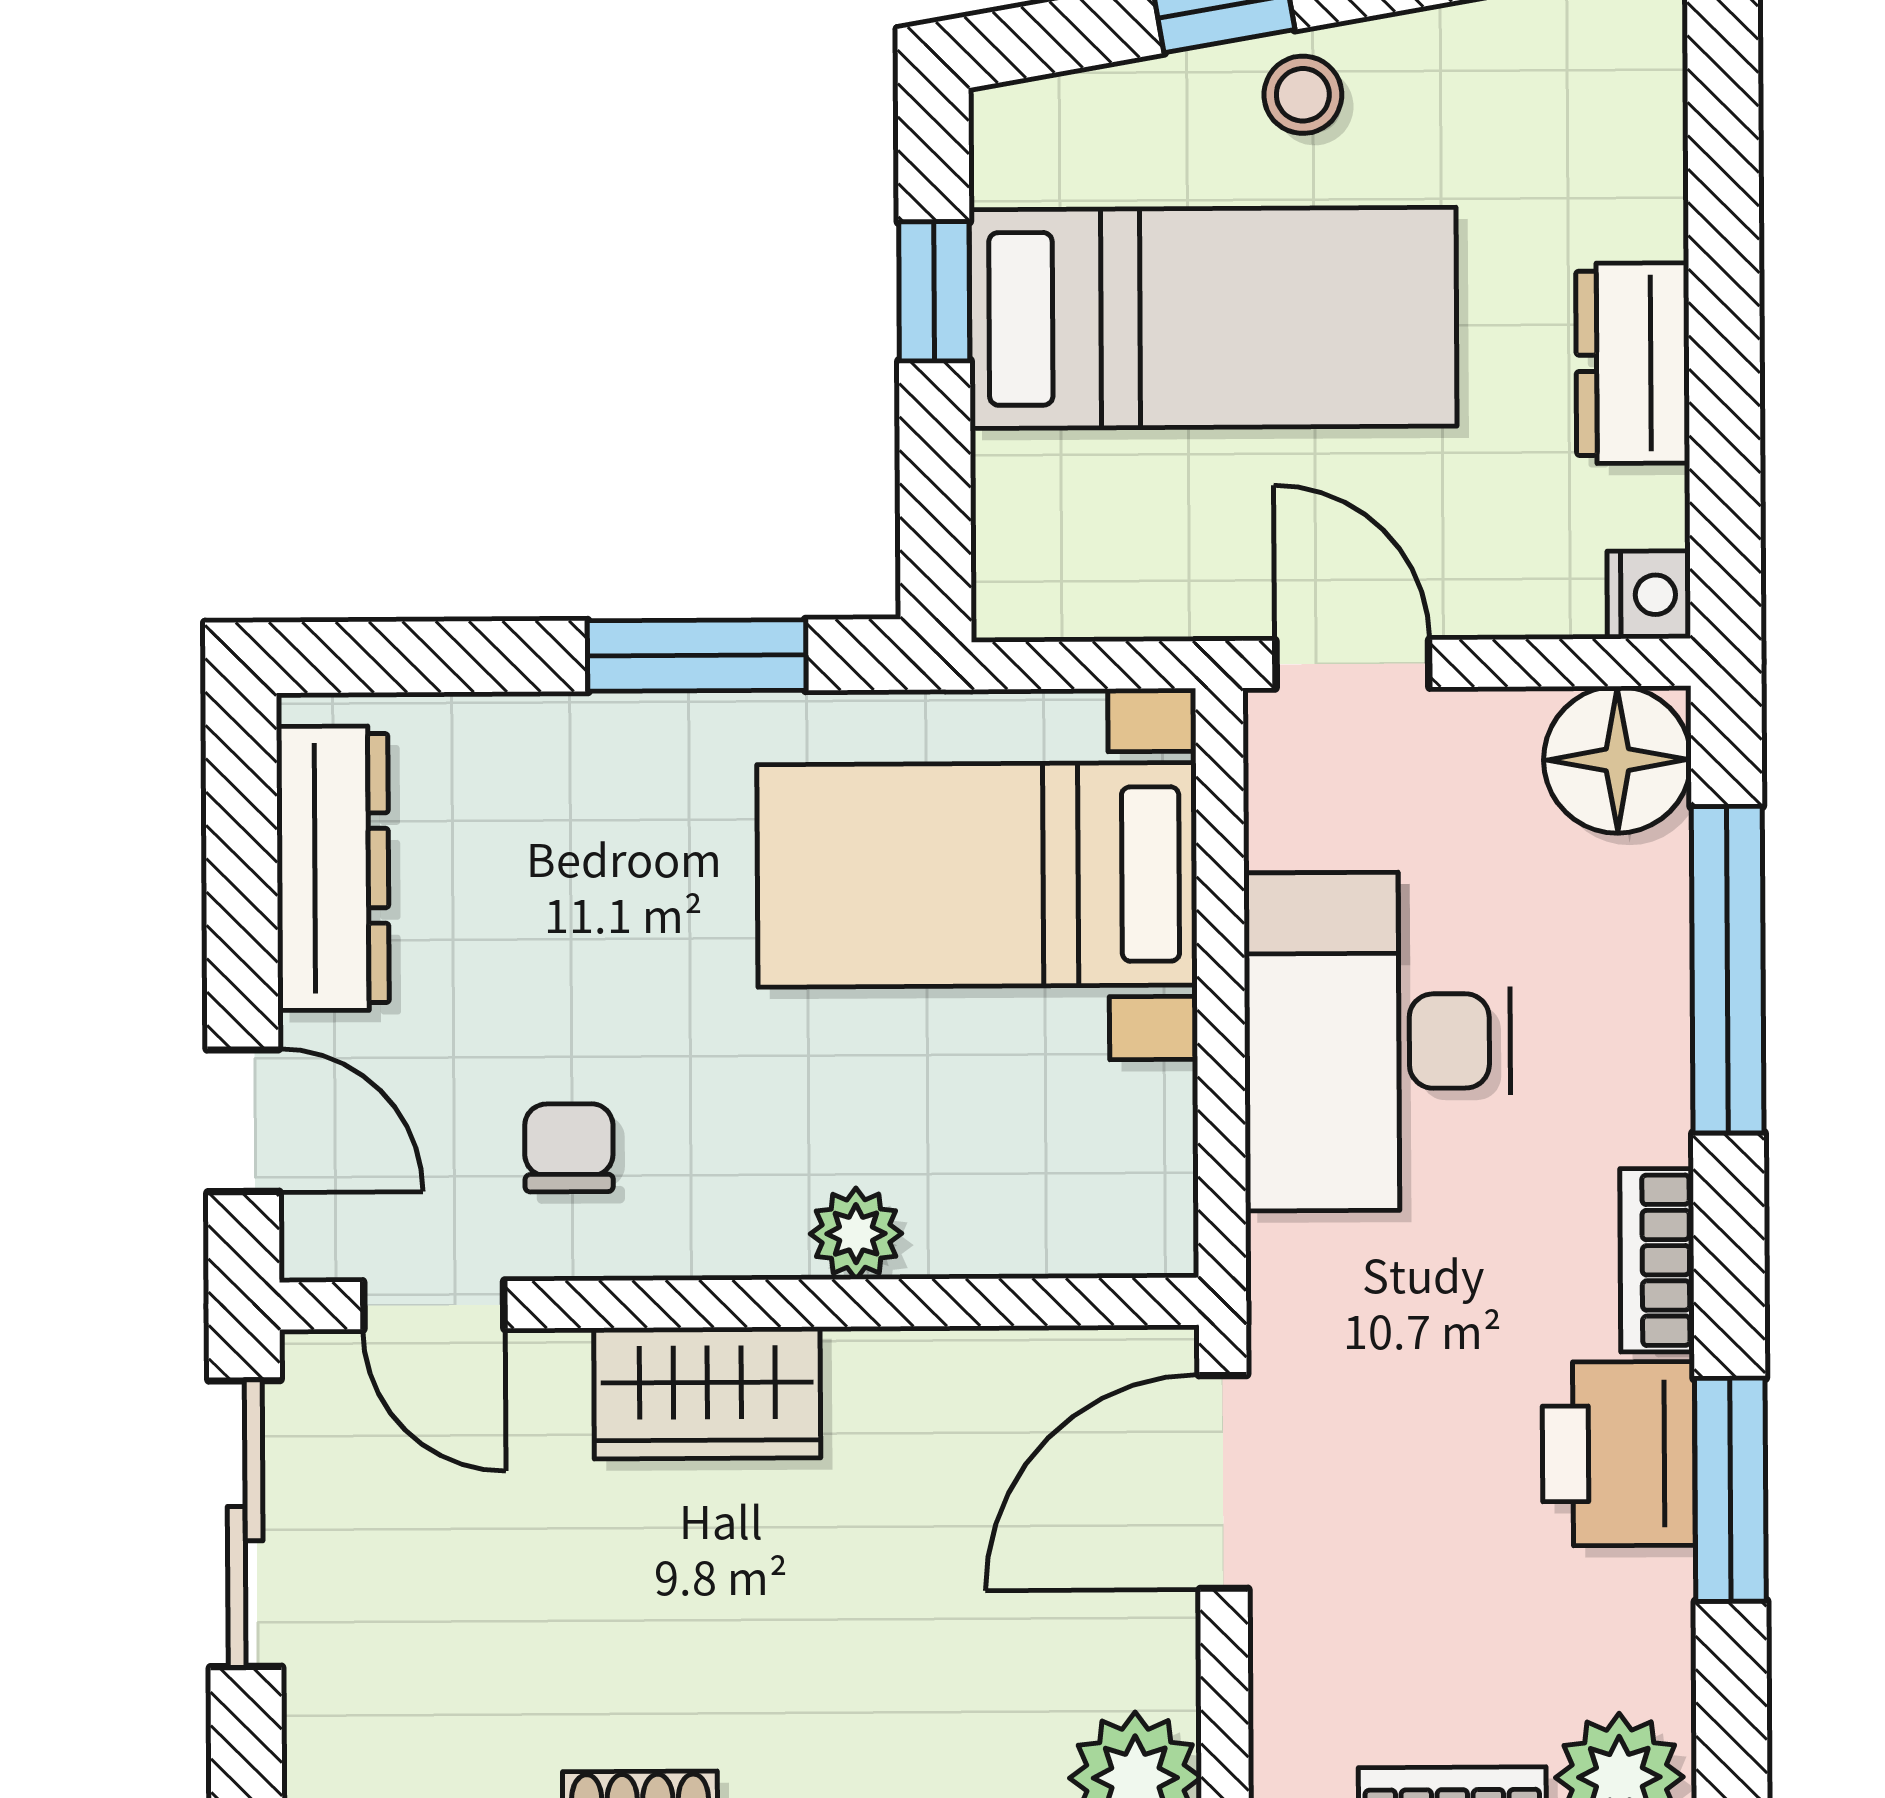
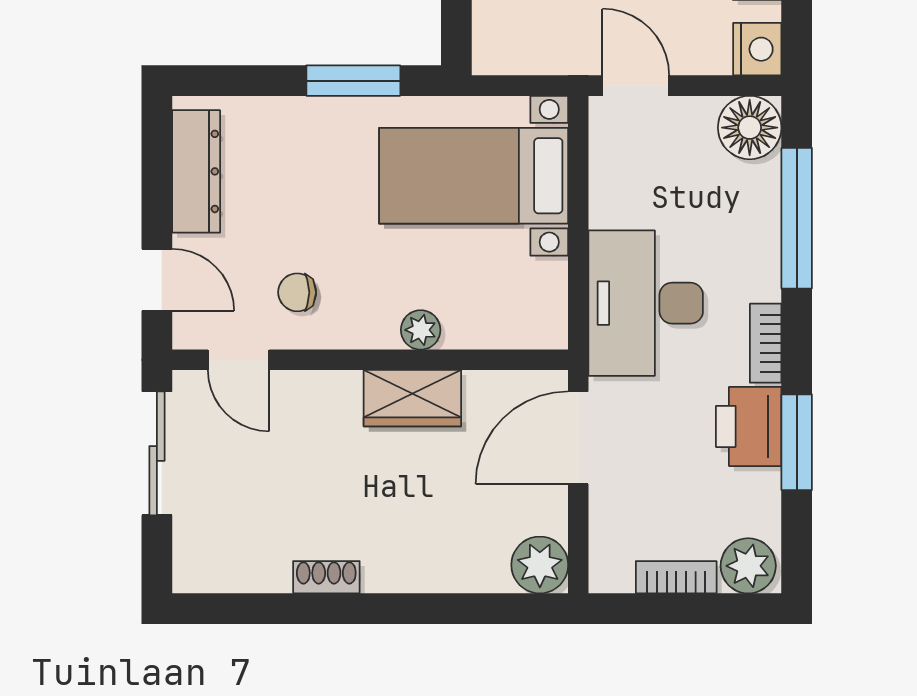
nightstand: (1649, 595) -> (757, 49), width x1.39, depth x1.35
desk: (1378, 1041) -> (646, 303), moved
chair: (569, 1148) -> (297, 292), turned -90
wardrobe: (707, 1393) -> (412, 398), moved

